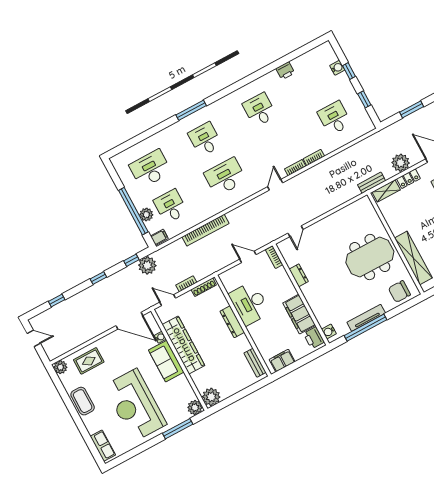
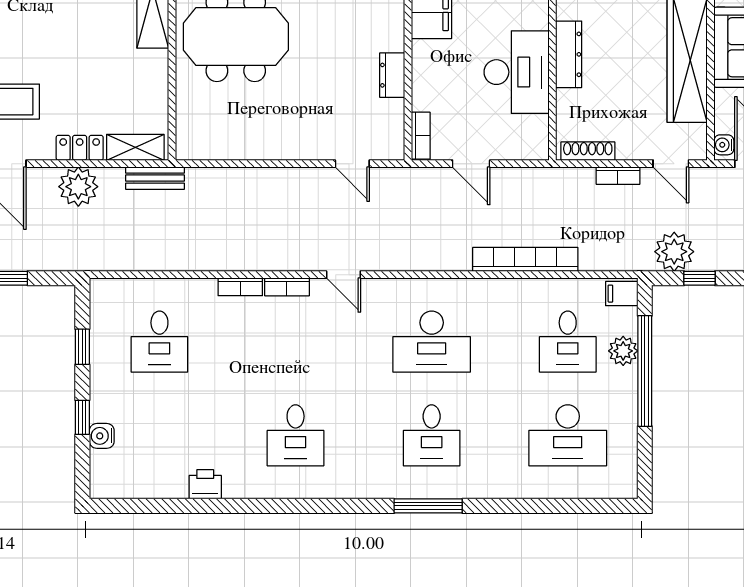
door: (275, 185) -> (343, 275), hinge flipped
door: (296, 231) -> (352, 164), swing flipped
water cooler: (160, 337) -> (724, 145), moved

